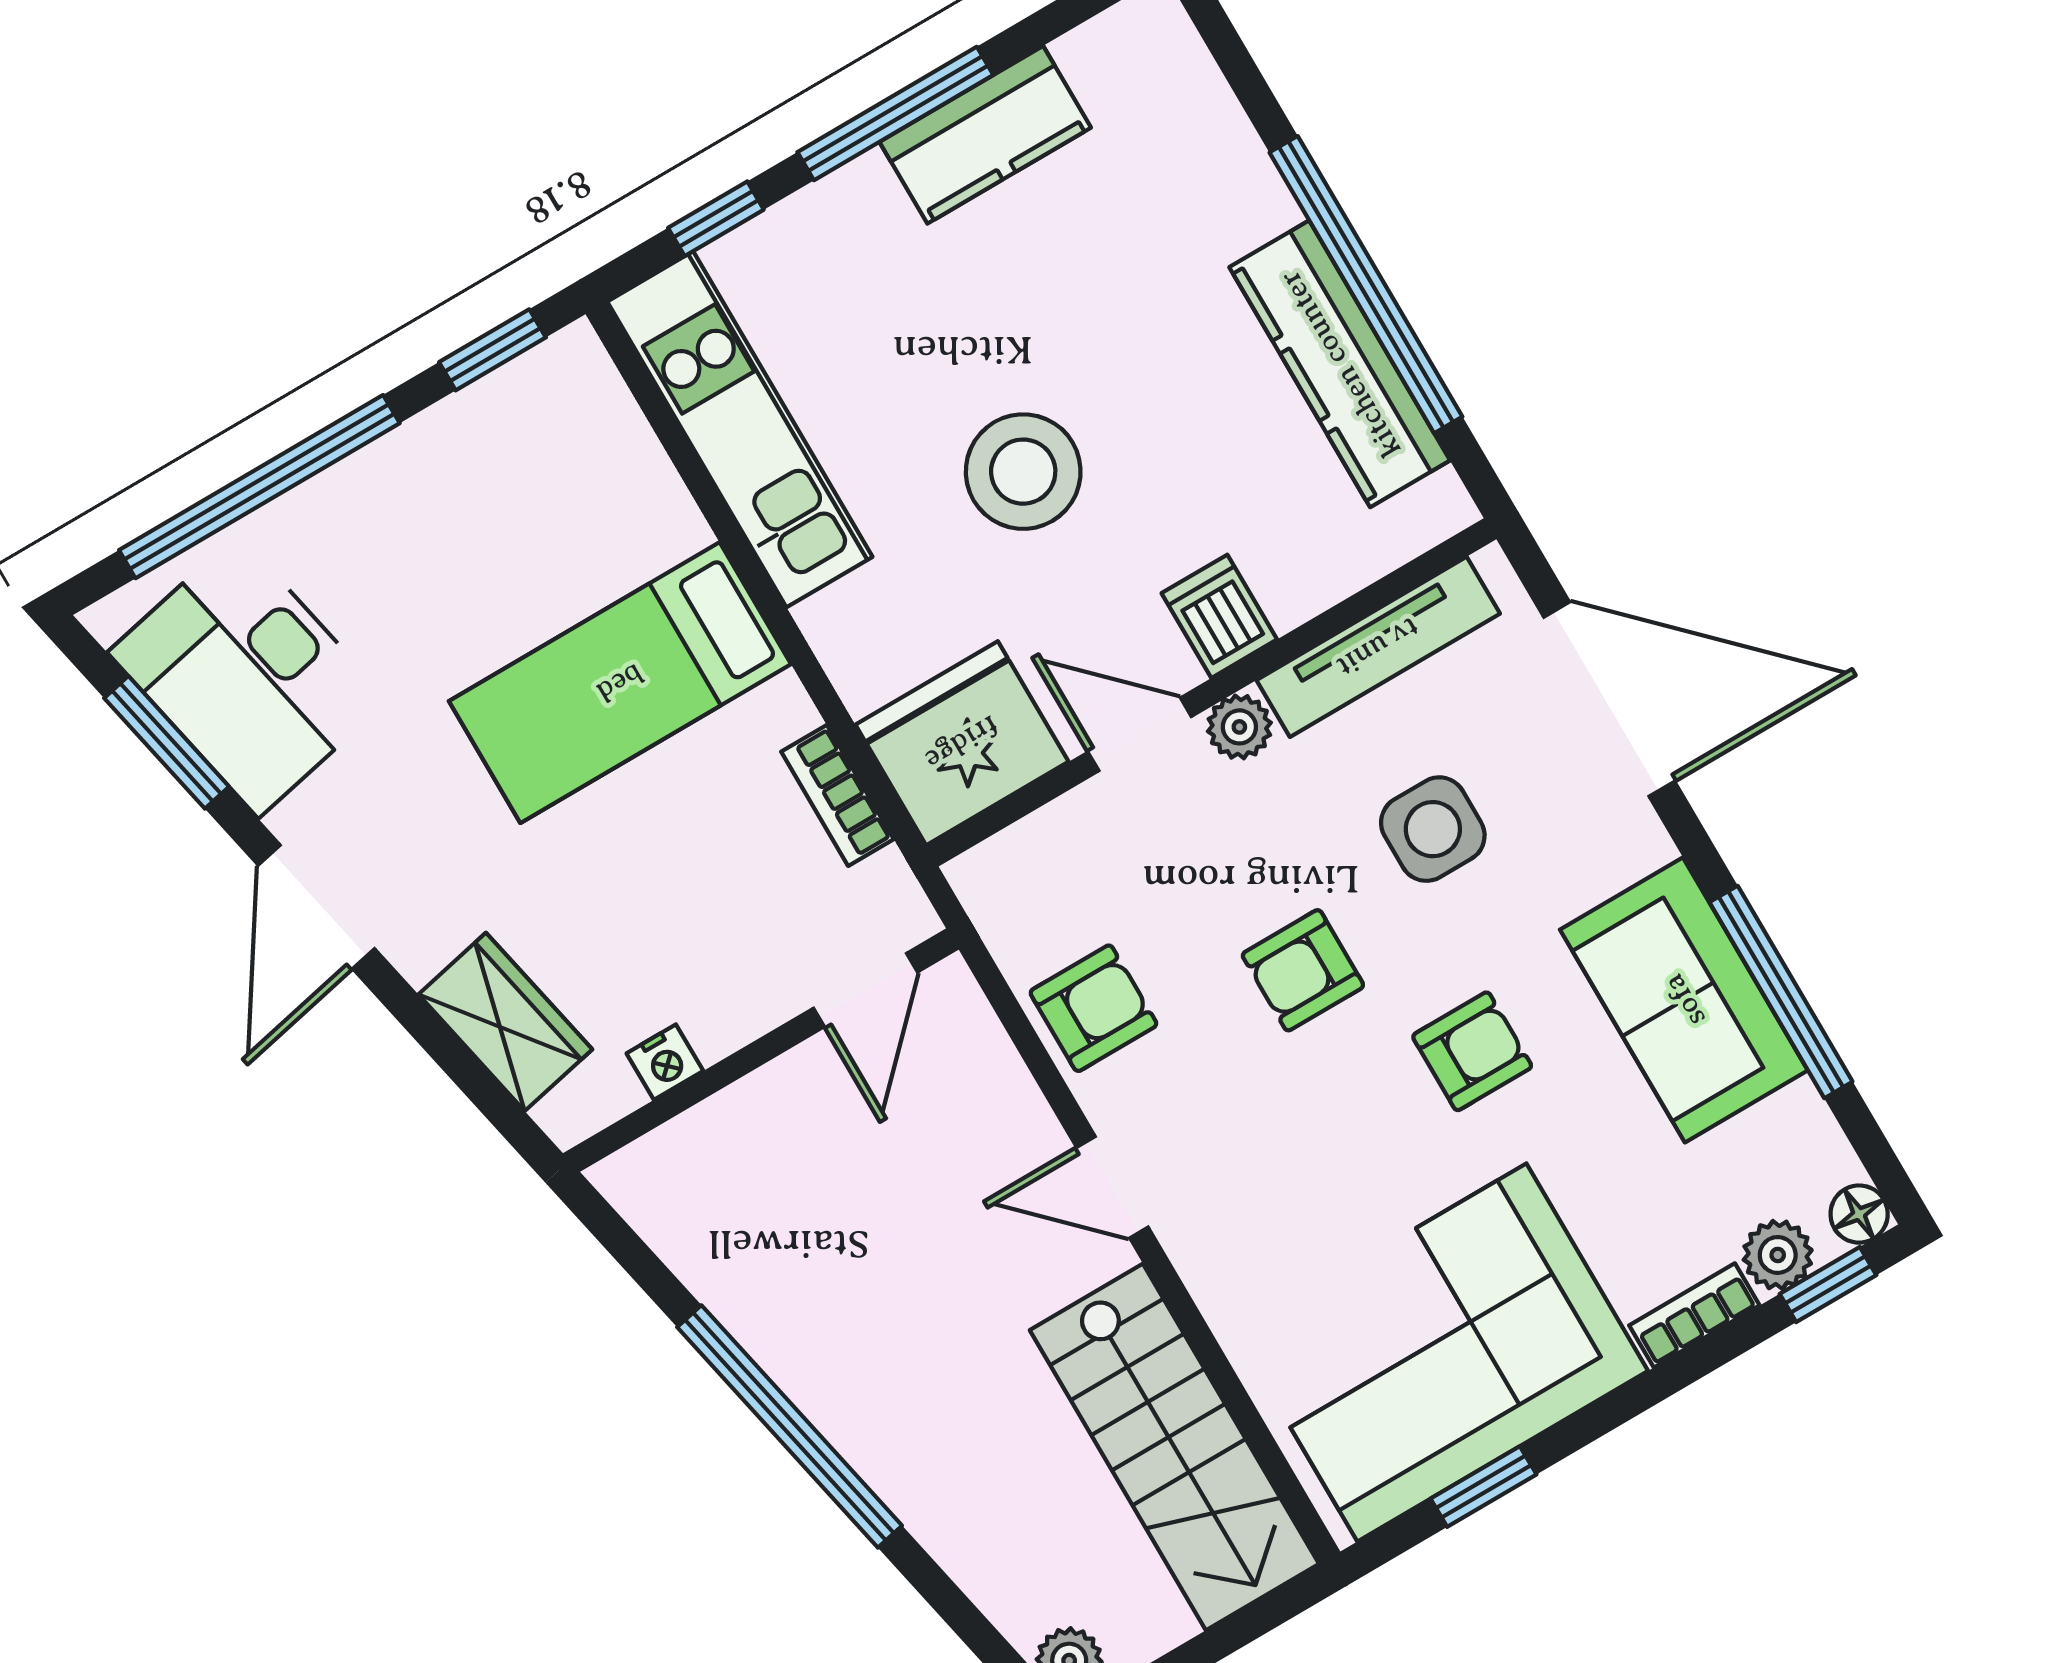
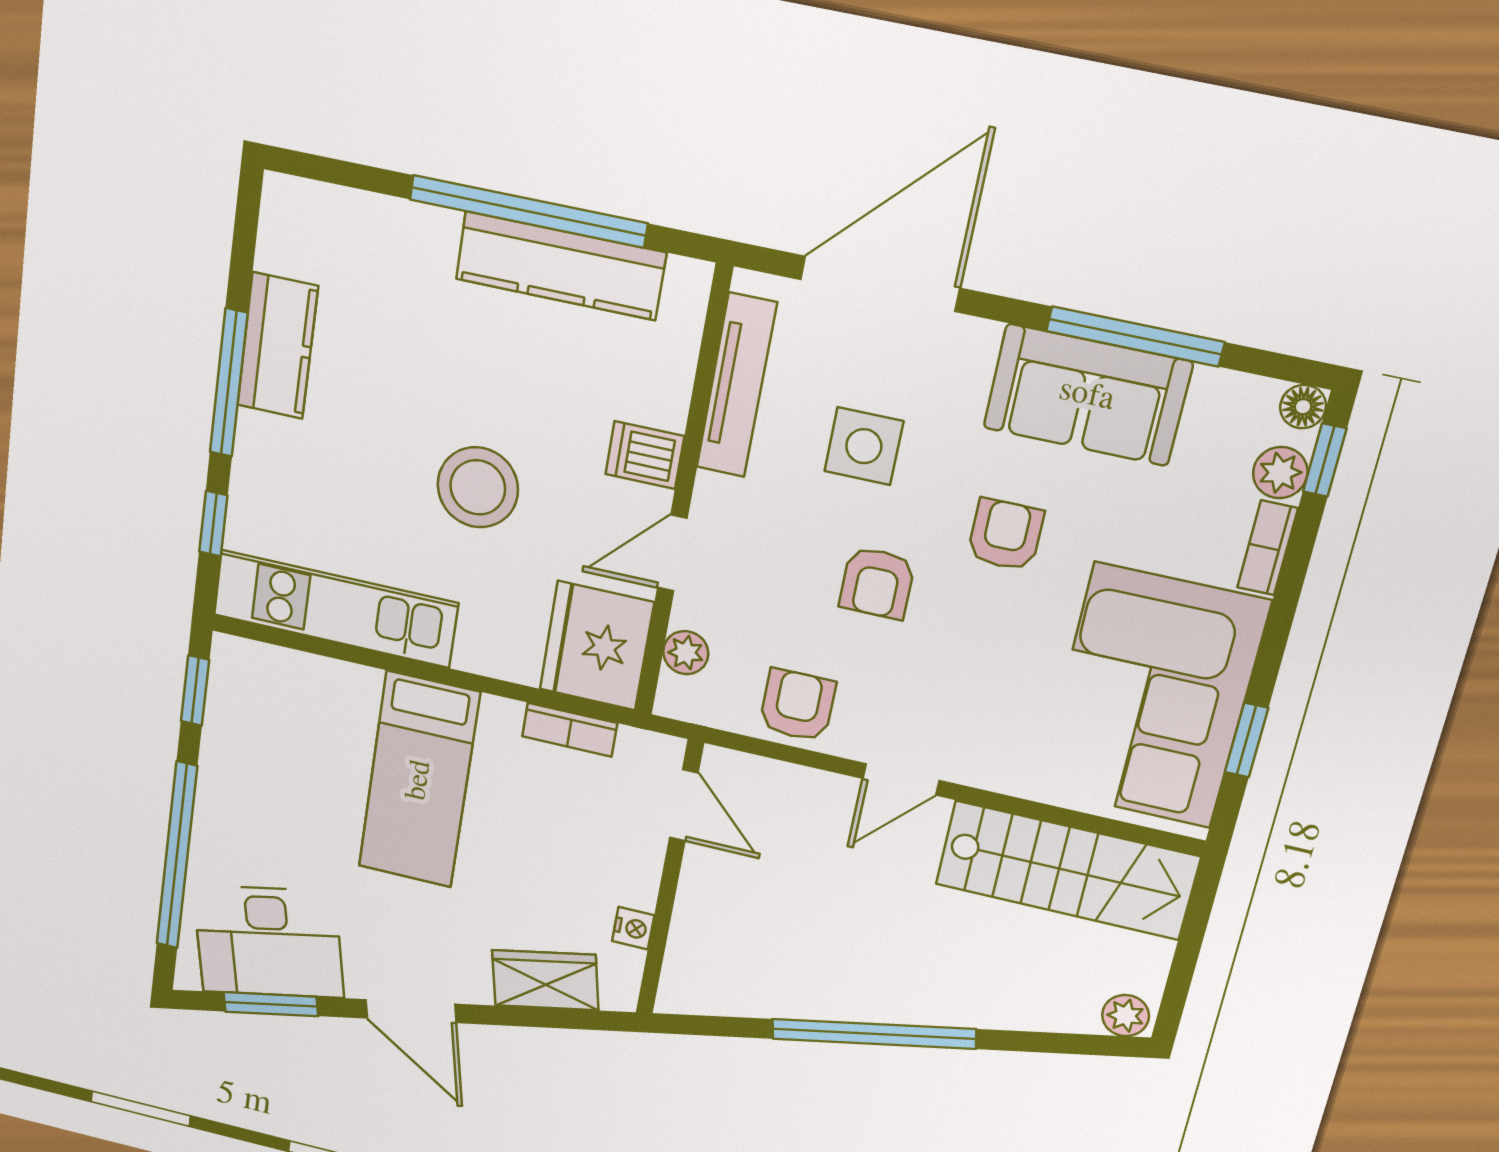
plant: (1239, 727) -> (686, 653), moved

